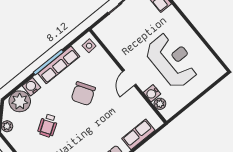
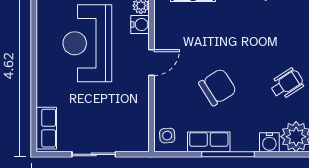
row of seats: (59, 65) -> (209, 142), width x0.68

